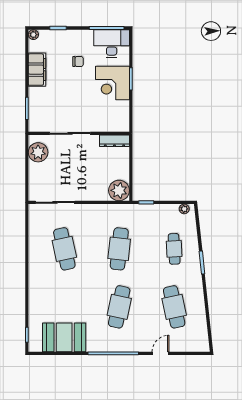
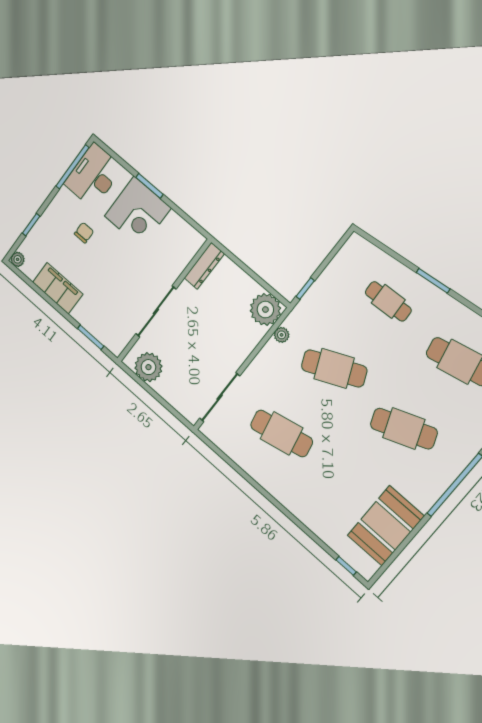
plant: (184, 209) -> (282, 335), moved
cafe table: (119, 249) -> (334, 368), turned -30
cafe table: (119, 307) -> (404, 429), turned -33

